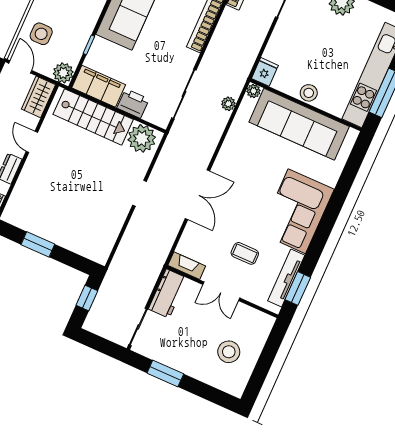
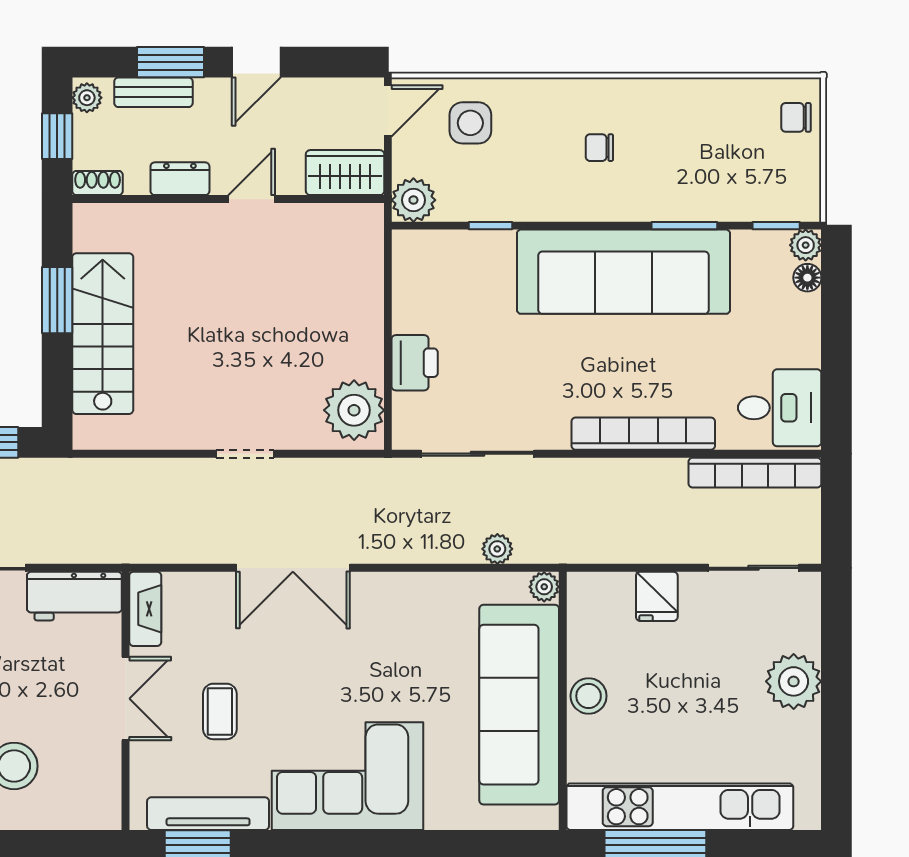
fridge: (265, 72) -> (657, 596), moved, turned 90
filing cabinet: (99, 86) -> (418, 281), removed
stairs: (93, 117) -> (103, 334), moved, turned 180
double door: (221, 291) -> (126, 699), swing flipped

